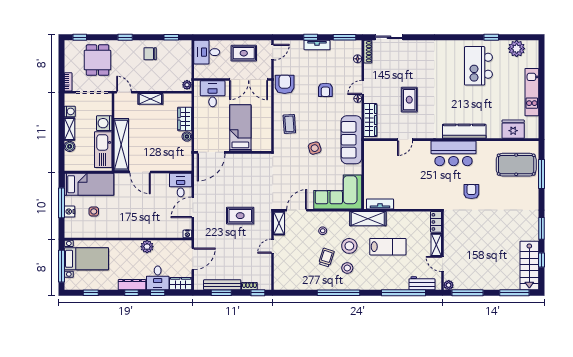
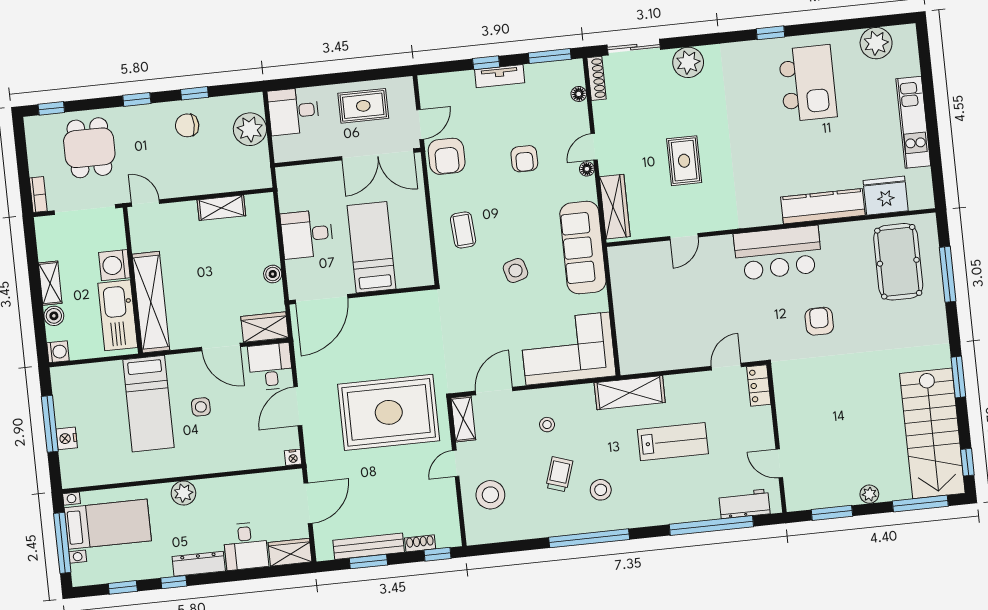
window: (171, 37) -> (195, 93), moved
window: (491, 37) -> (771, 33), moved
plant: (417, 48) -> (688, 62), added
door: (273, 52) -> (420, 124), moved
kitchen island: (478, 66) -> (808, 83), turned 180
armchair: (285, 84) -> (447, 156), turned 180
plant: (187, 85) -> (250, 129), moved, width x1.88, depth x1.88
desk: (213, 94) -> (307, 234), moved, turned -90
shelving: (150, 99) -> (221, 208), moved
washing machine: (70, 111) -> (58, 352), moved
wardrobe: (185, 119) -> (265, 327), moved, turned 90
kitchen counter: (464, 131) -> (823, 206), moved
pool table: (516, 165) -> (898, 262), turned 90
door: (140, 172) -> (221, 347), moved
bed: (89, 184) -> (148, 404), moved, turned 90
tv unit: (380, 204) -> (650, 363), removed
door: (420, 210) -> (726, 367), added
side table: (94, 211) -> (201, 407), moved
rug: (240, 216) -> (389, 412), width x1.86, depth x2.06
shelving: (436, 245) -> (764, 429), removed
stool: (349, 246) -> (490, 495), moved
plant: (147, 247) -> (183, 493), moved
window: (541, 260) -> (967, 462), moved
stairs: (529, 266) -> (932, 433), width x1.36, depth x1.51
plant: (449, 285) -> (869, 494), moved
window: (132, 293) -> (174, 582), moved
window: (158, 293) -> (249, 574), removed
window: (467, 293) -> (832, 513), width x0.69

